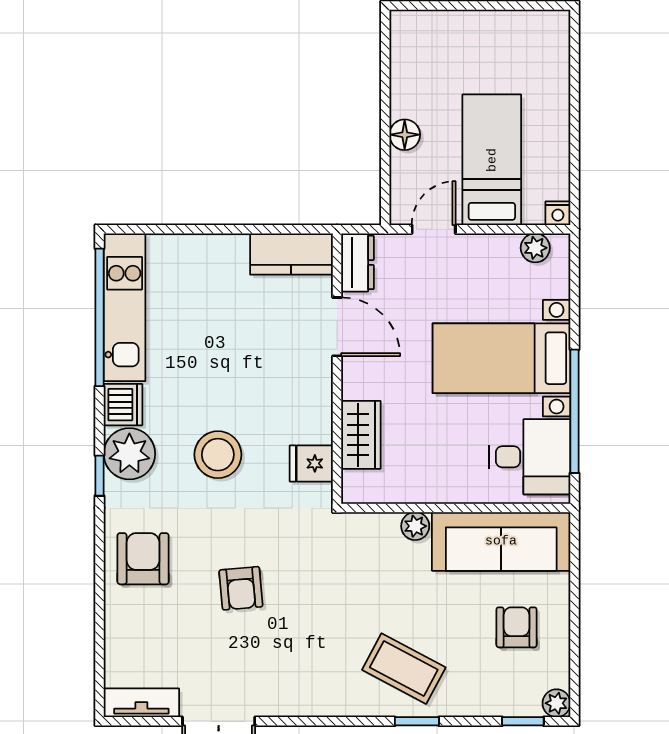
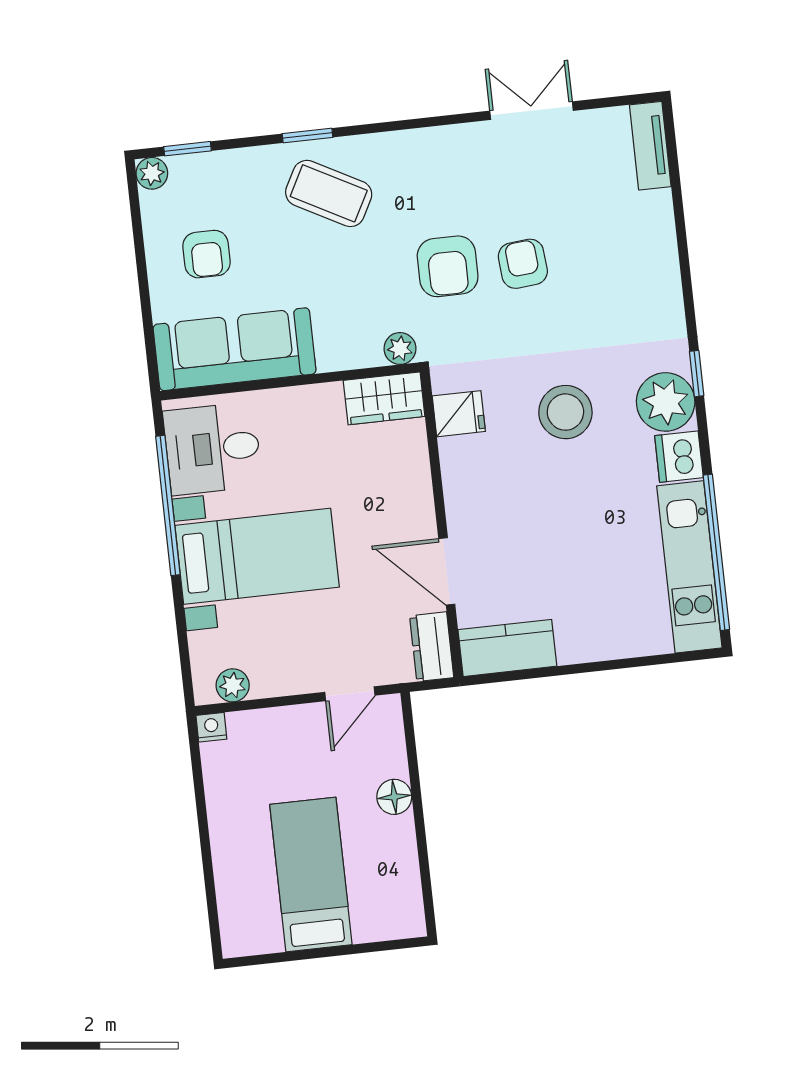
bed: (492, 160) -> (311, 875), moved, turned 180
wardrobe: (361, 435) -> (384, 398), moved, turned -90
plant: (415, 526) -> (400, 349), moved
armchair: (143, 559) -> (448, 266), moved
tv unit: (141, 703) -> (650, 146), moved, turned 90

